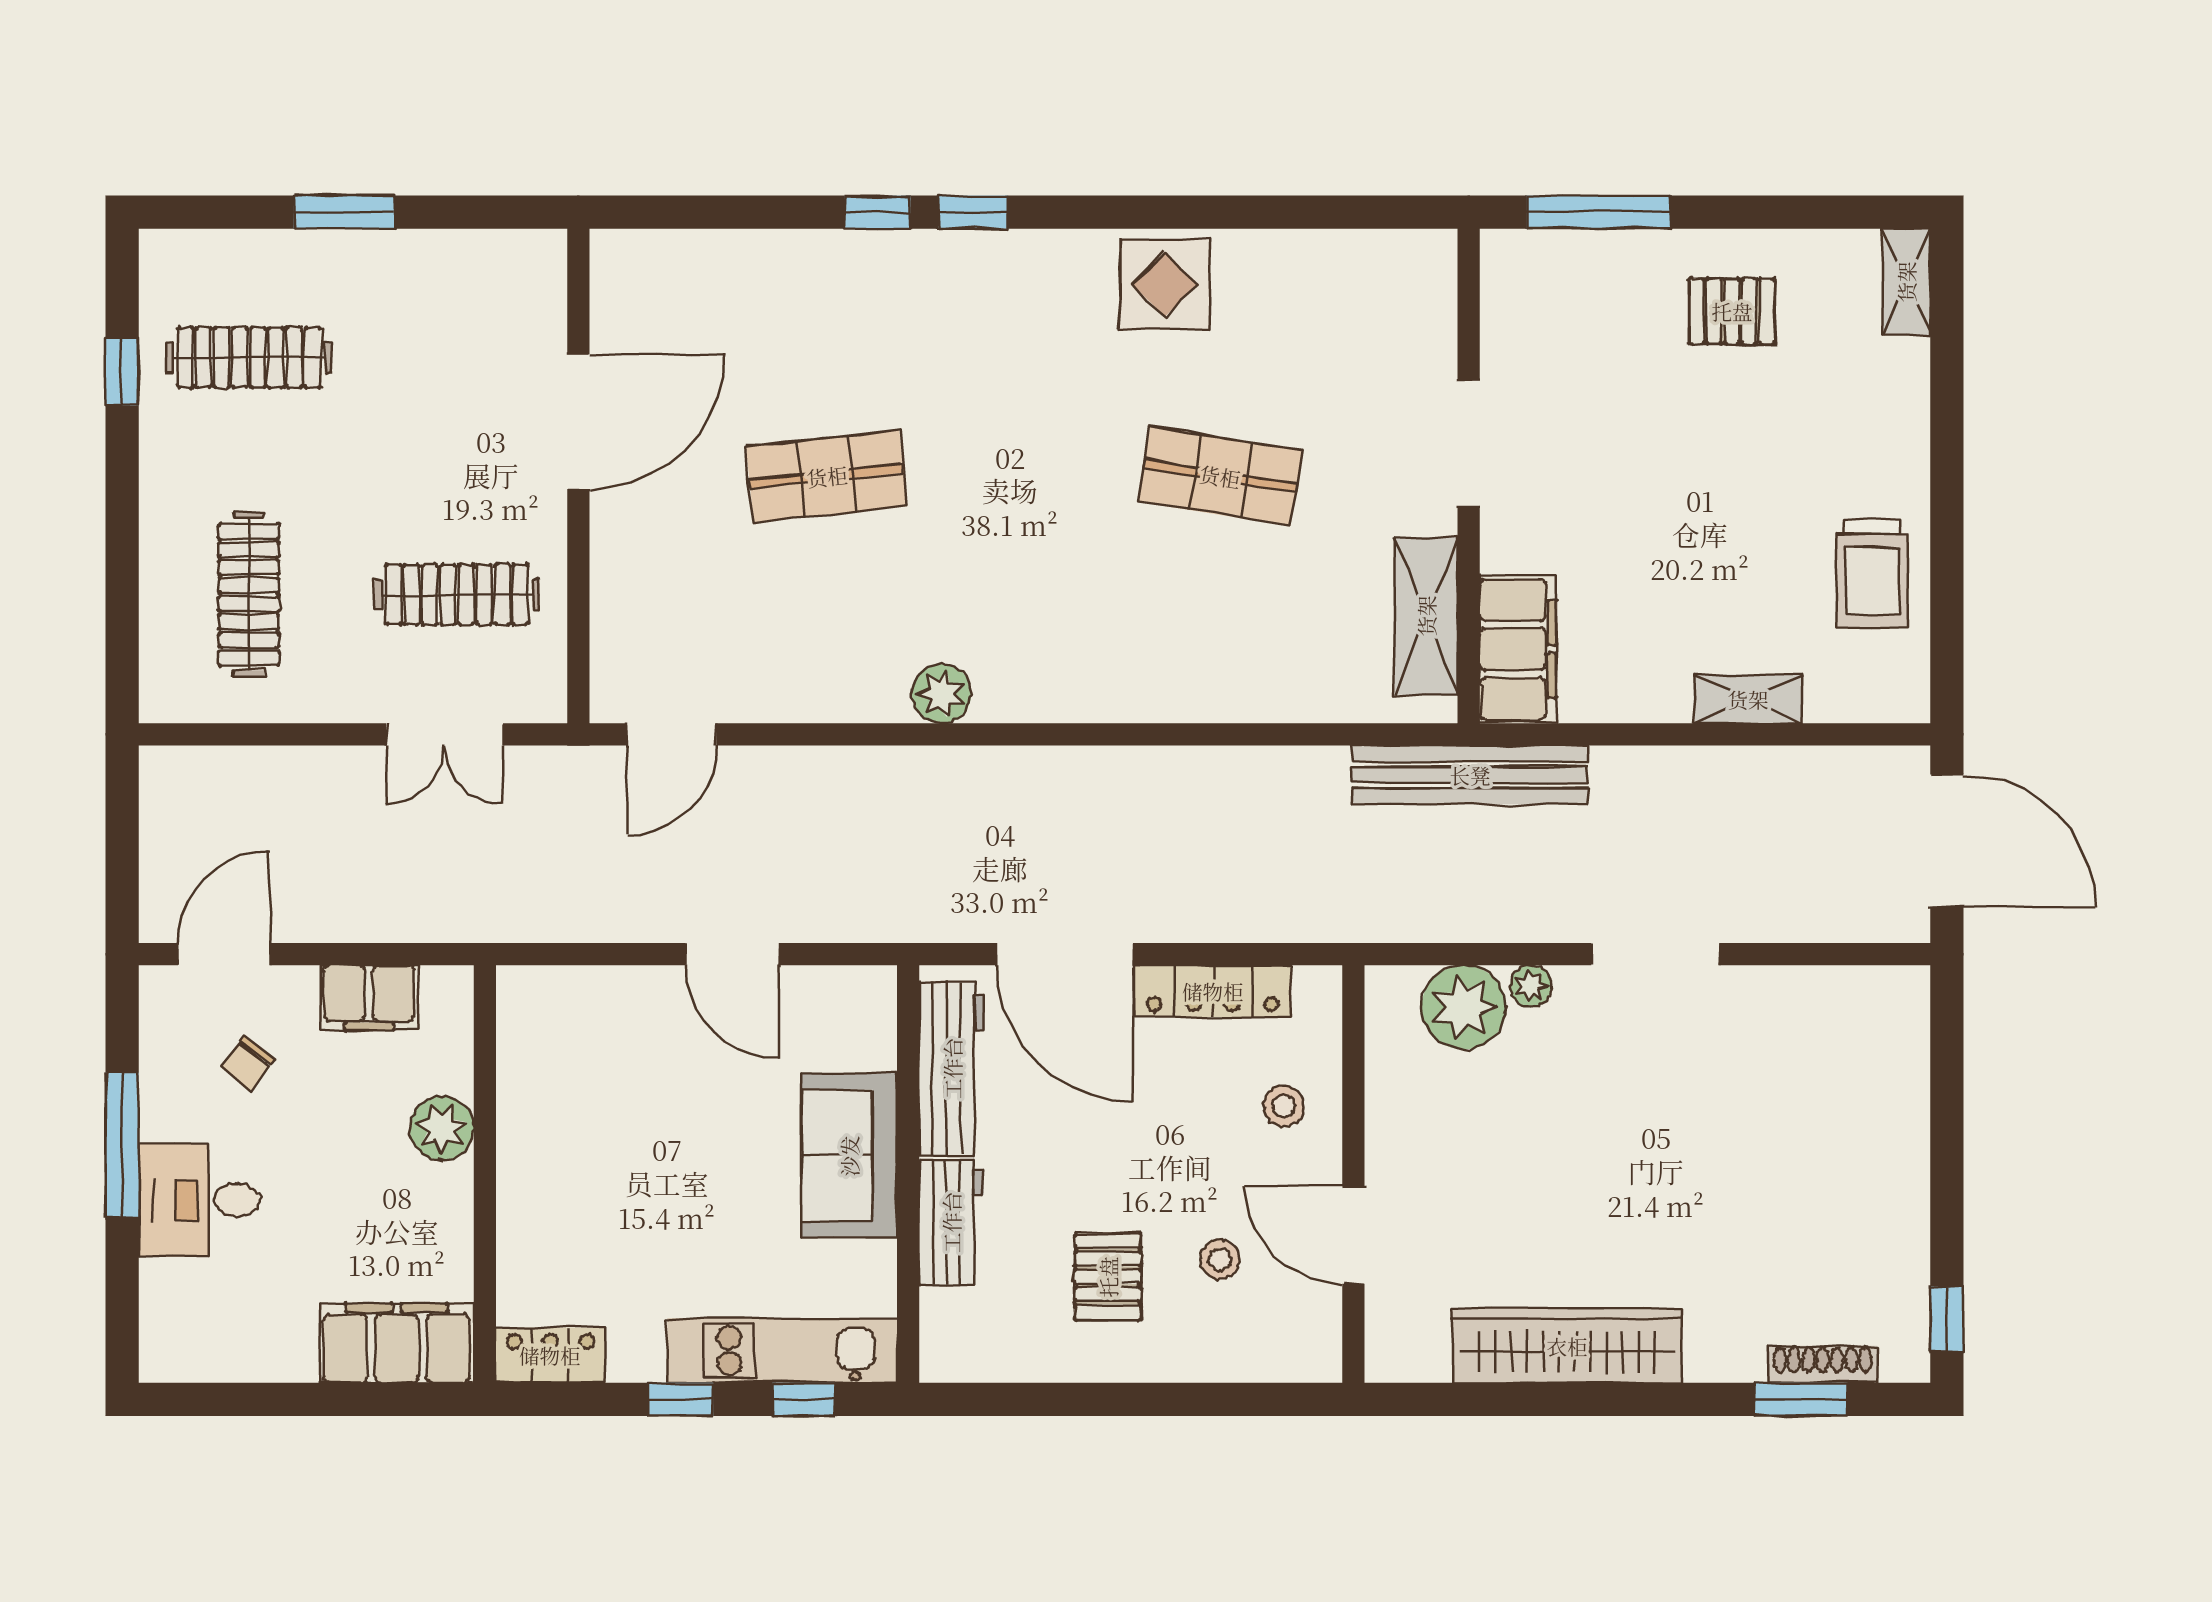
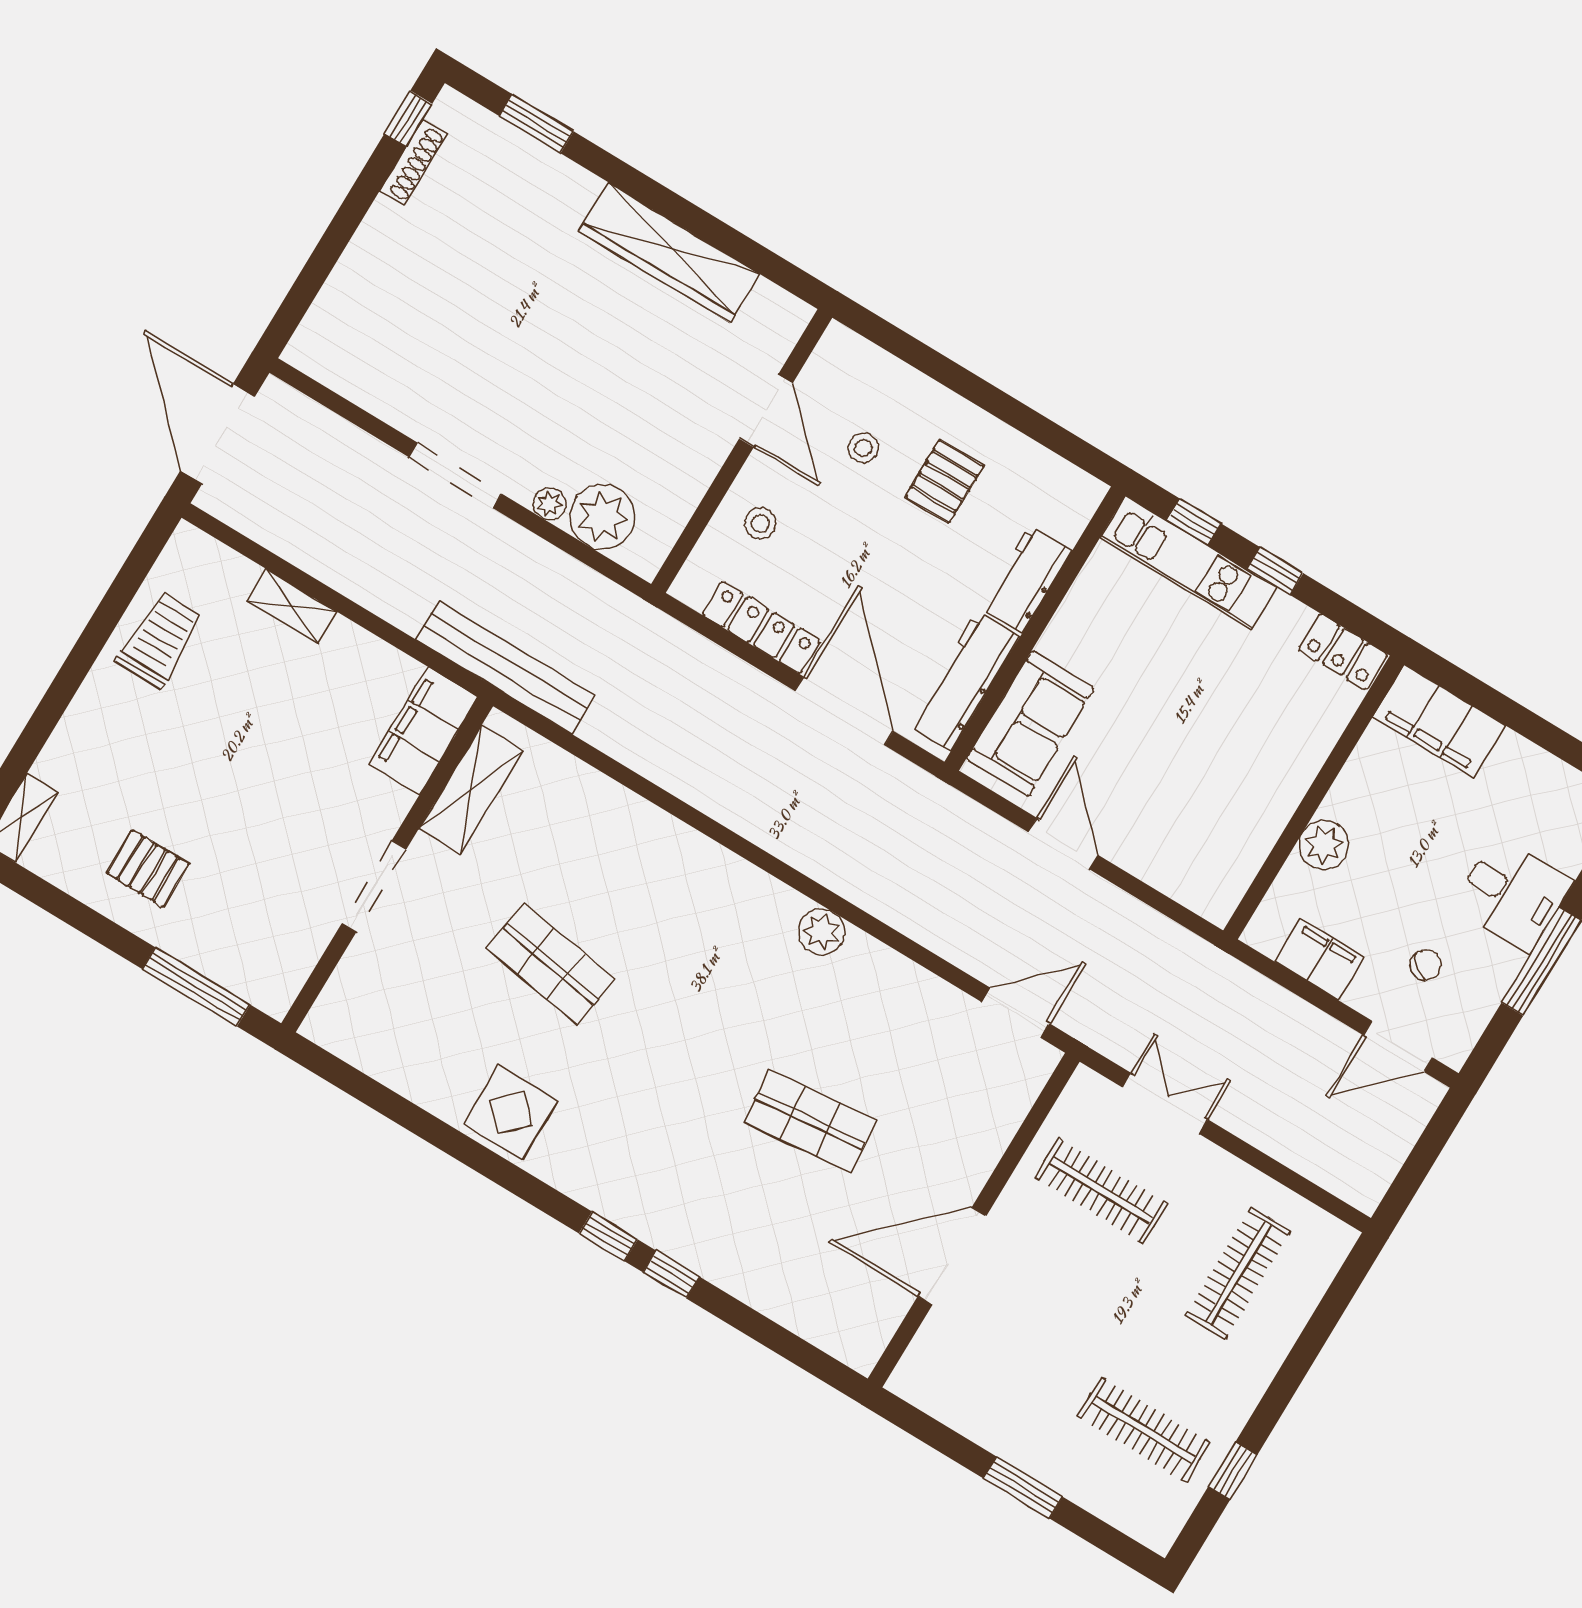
sofa: (849, 1156) -> (1030, 724), moved
shoe rack: (1823, 1364) -> (414, 162), moved, turned -90

